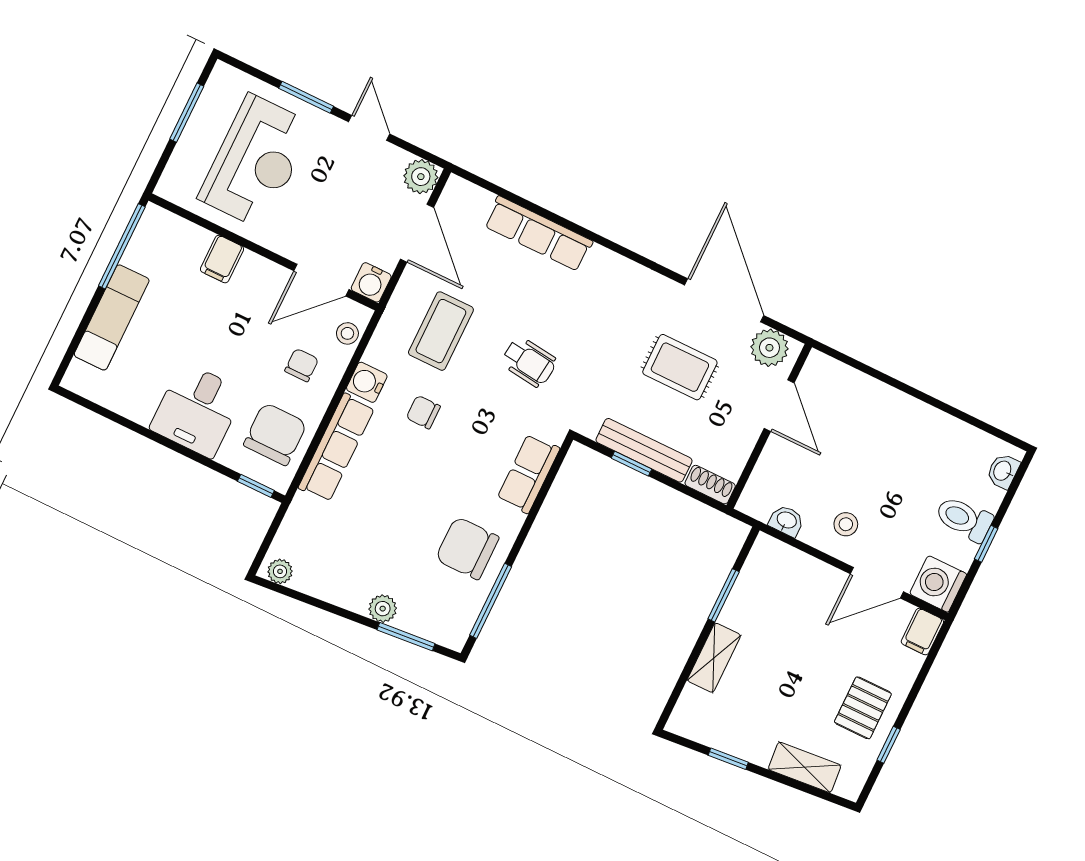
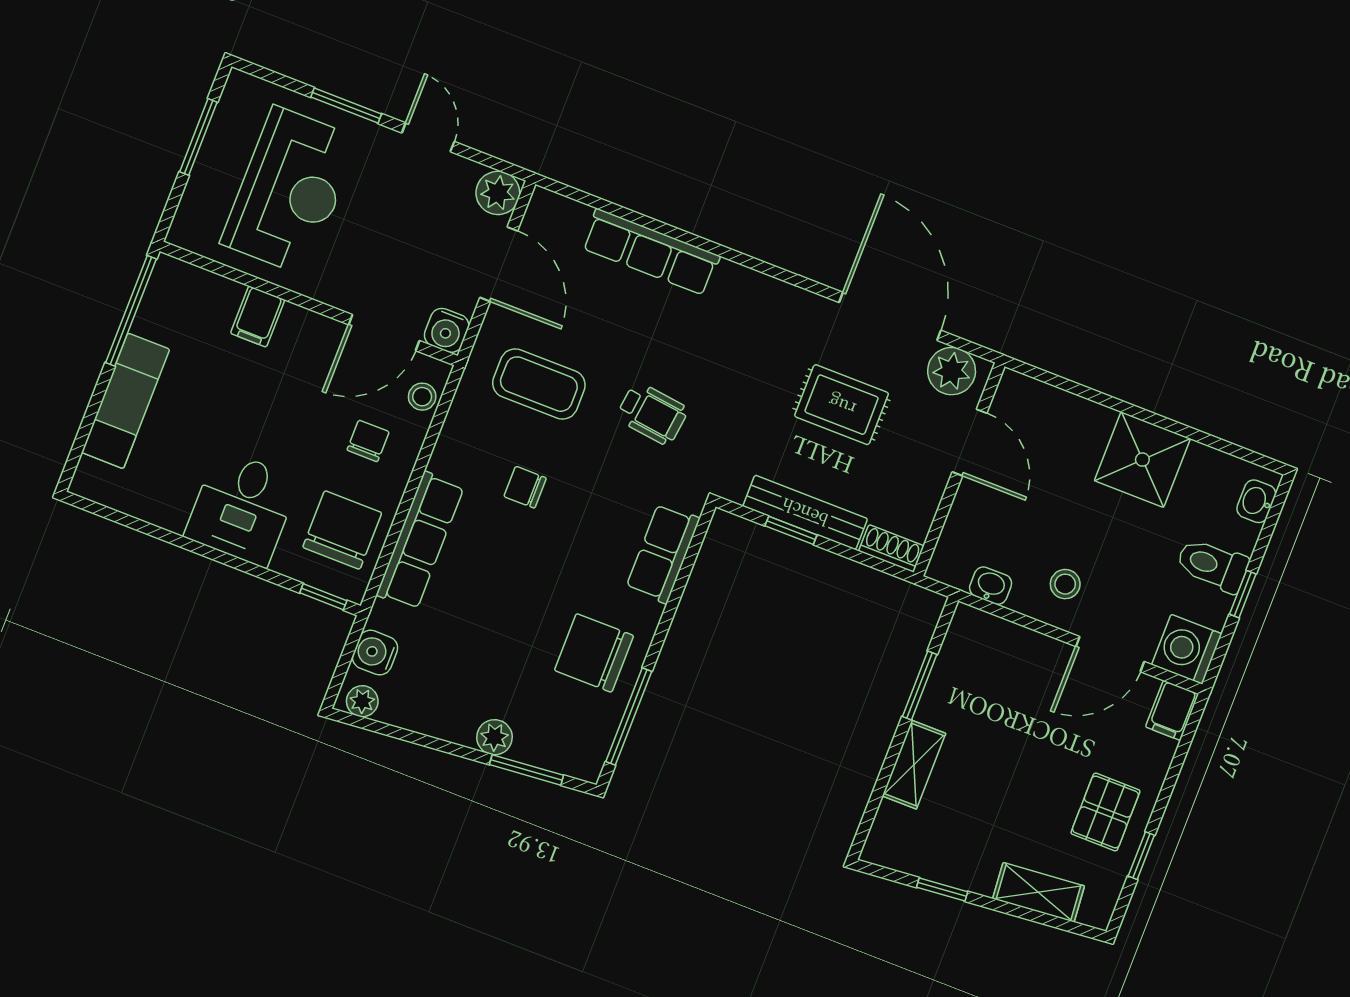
coffee table: (441, 331) -> (539, 384), turned 90
water cooler: (367, 382) -> (375, 653), moved
shower: (915, 430) -> (1142, 460), added

